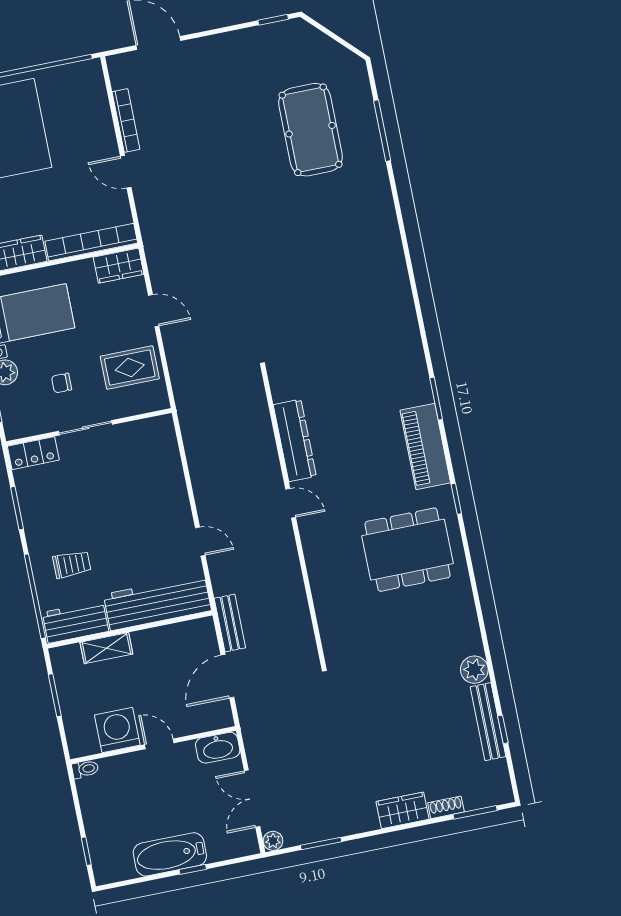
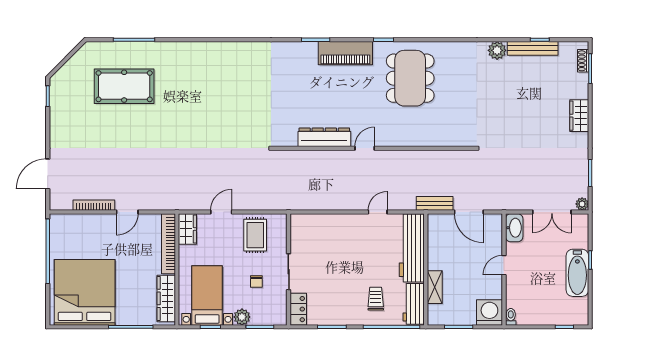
washing machine: (117, 730) -> (489, 312), moved, turned 90
shoe rack: (446, 807) -> (583, 61), moved

